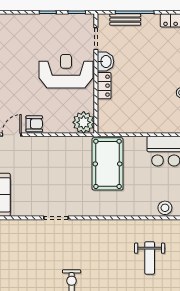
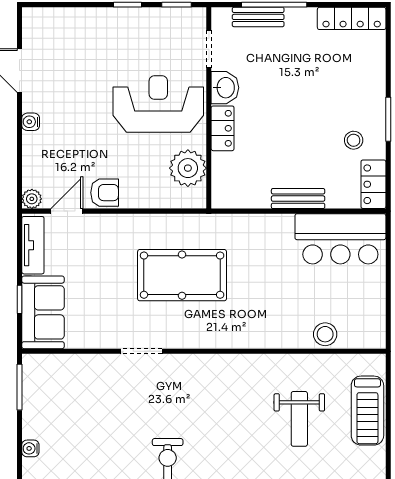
plant: (84, 122) -> (188, 168), moved
bench: (149, 127) -> (298, 199), added
pool table: (107, 164) -> (182, 275), moved, turned 90

